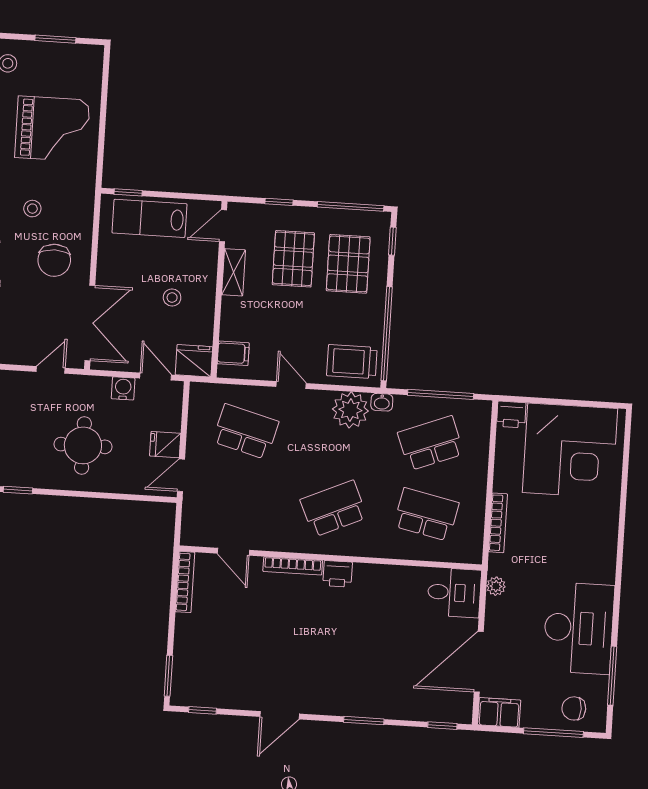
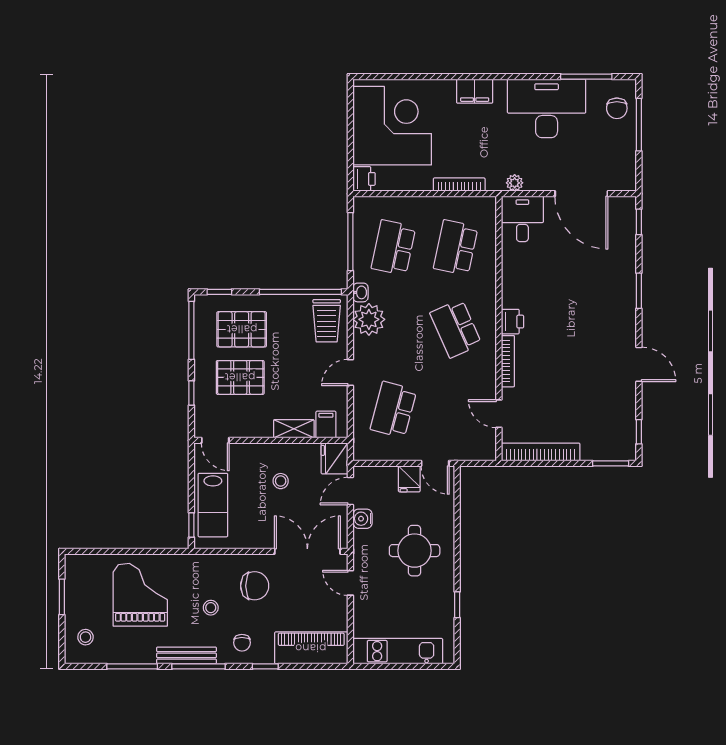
shelving: (234, 272) -> (294, 429), moved
school desk: (431, 443) -> (393, 248), turned 33
door: (233, 552) -> (499, 414), swing flipped
bookcase: (185, 582) -> (541, 452), width x1.48, depth x1.31
filing cabinet: (499, 712) -> (475, 91), moved, turned -90

